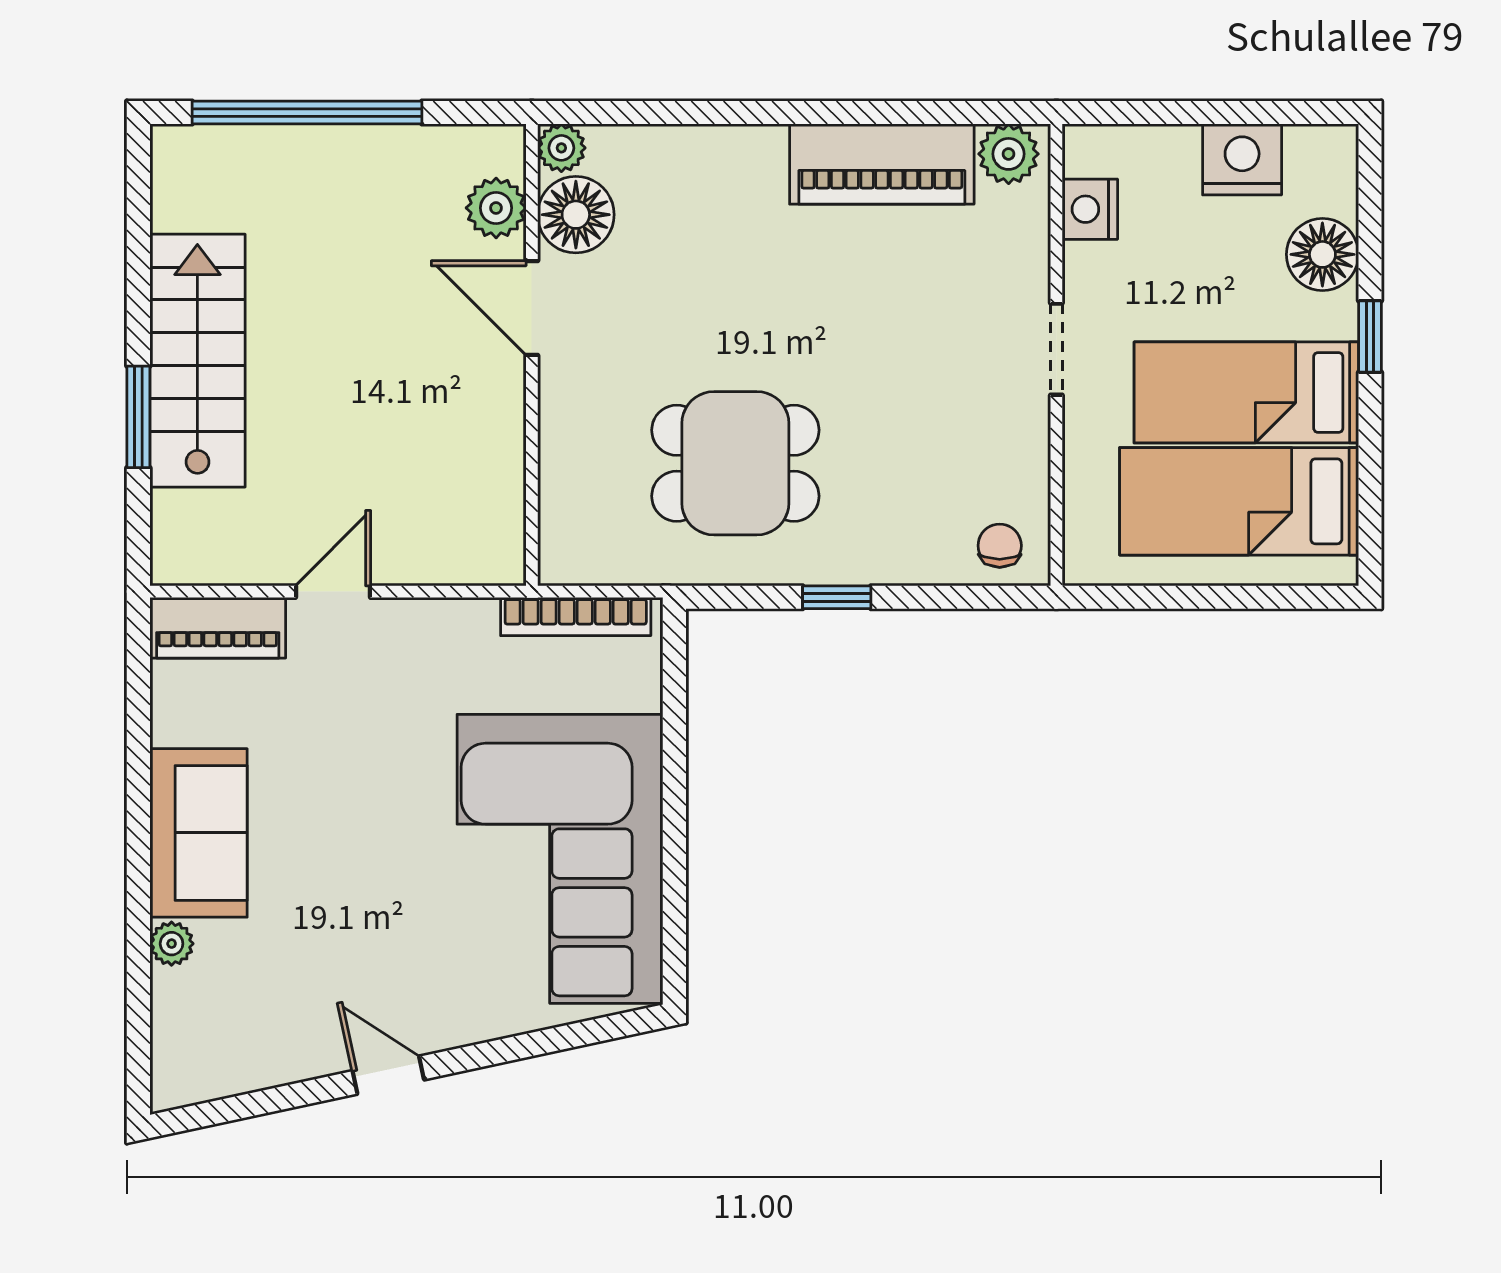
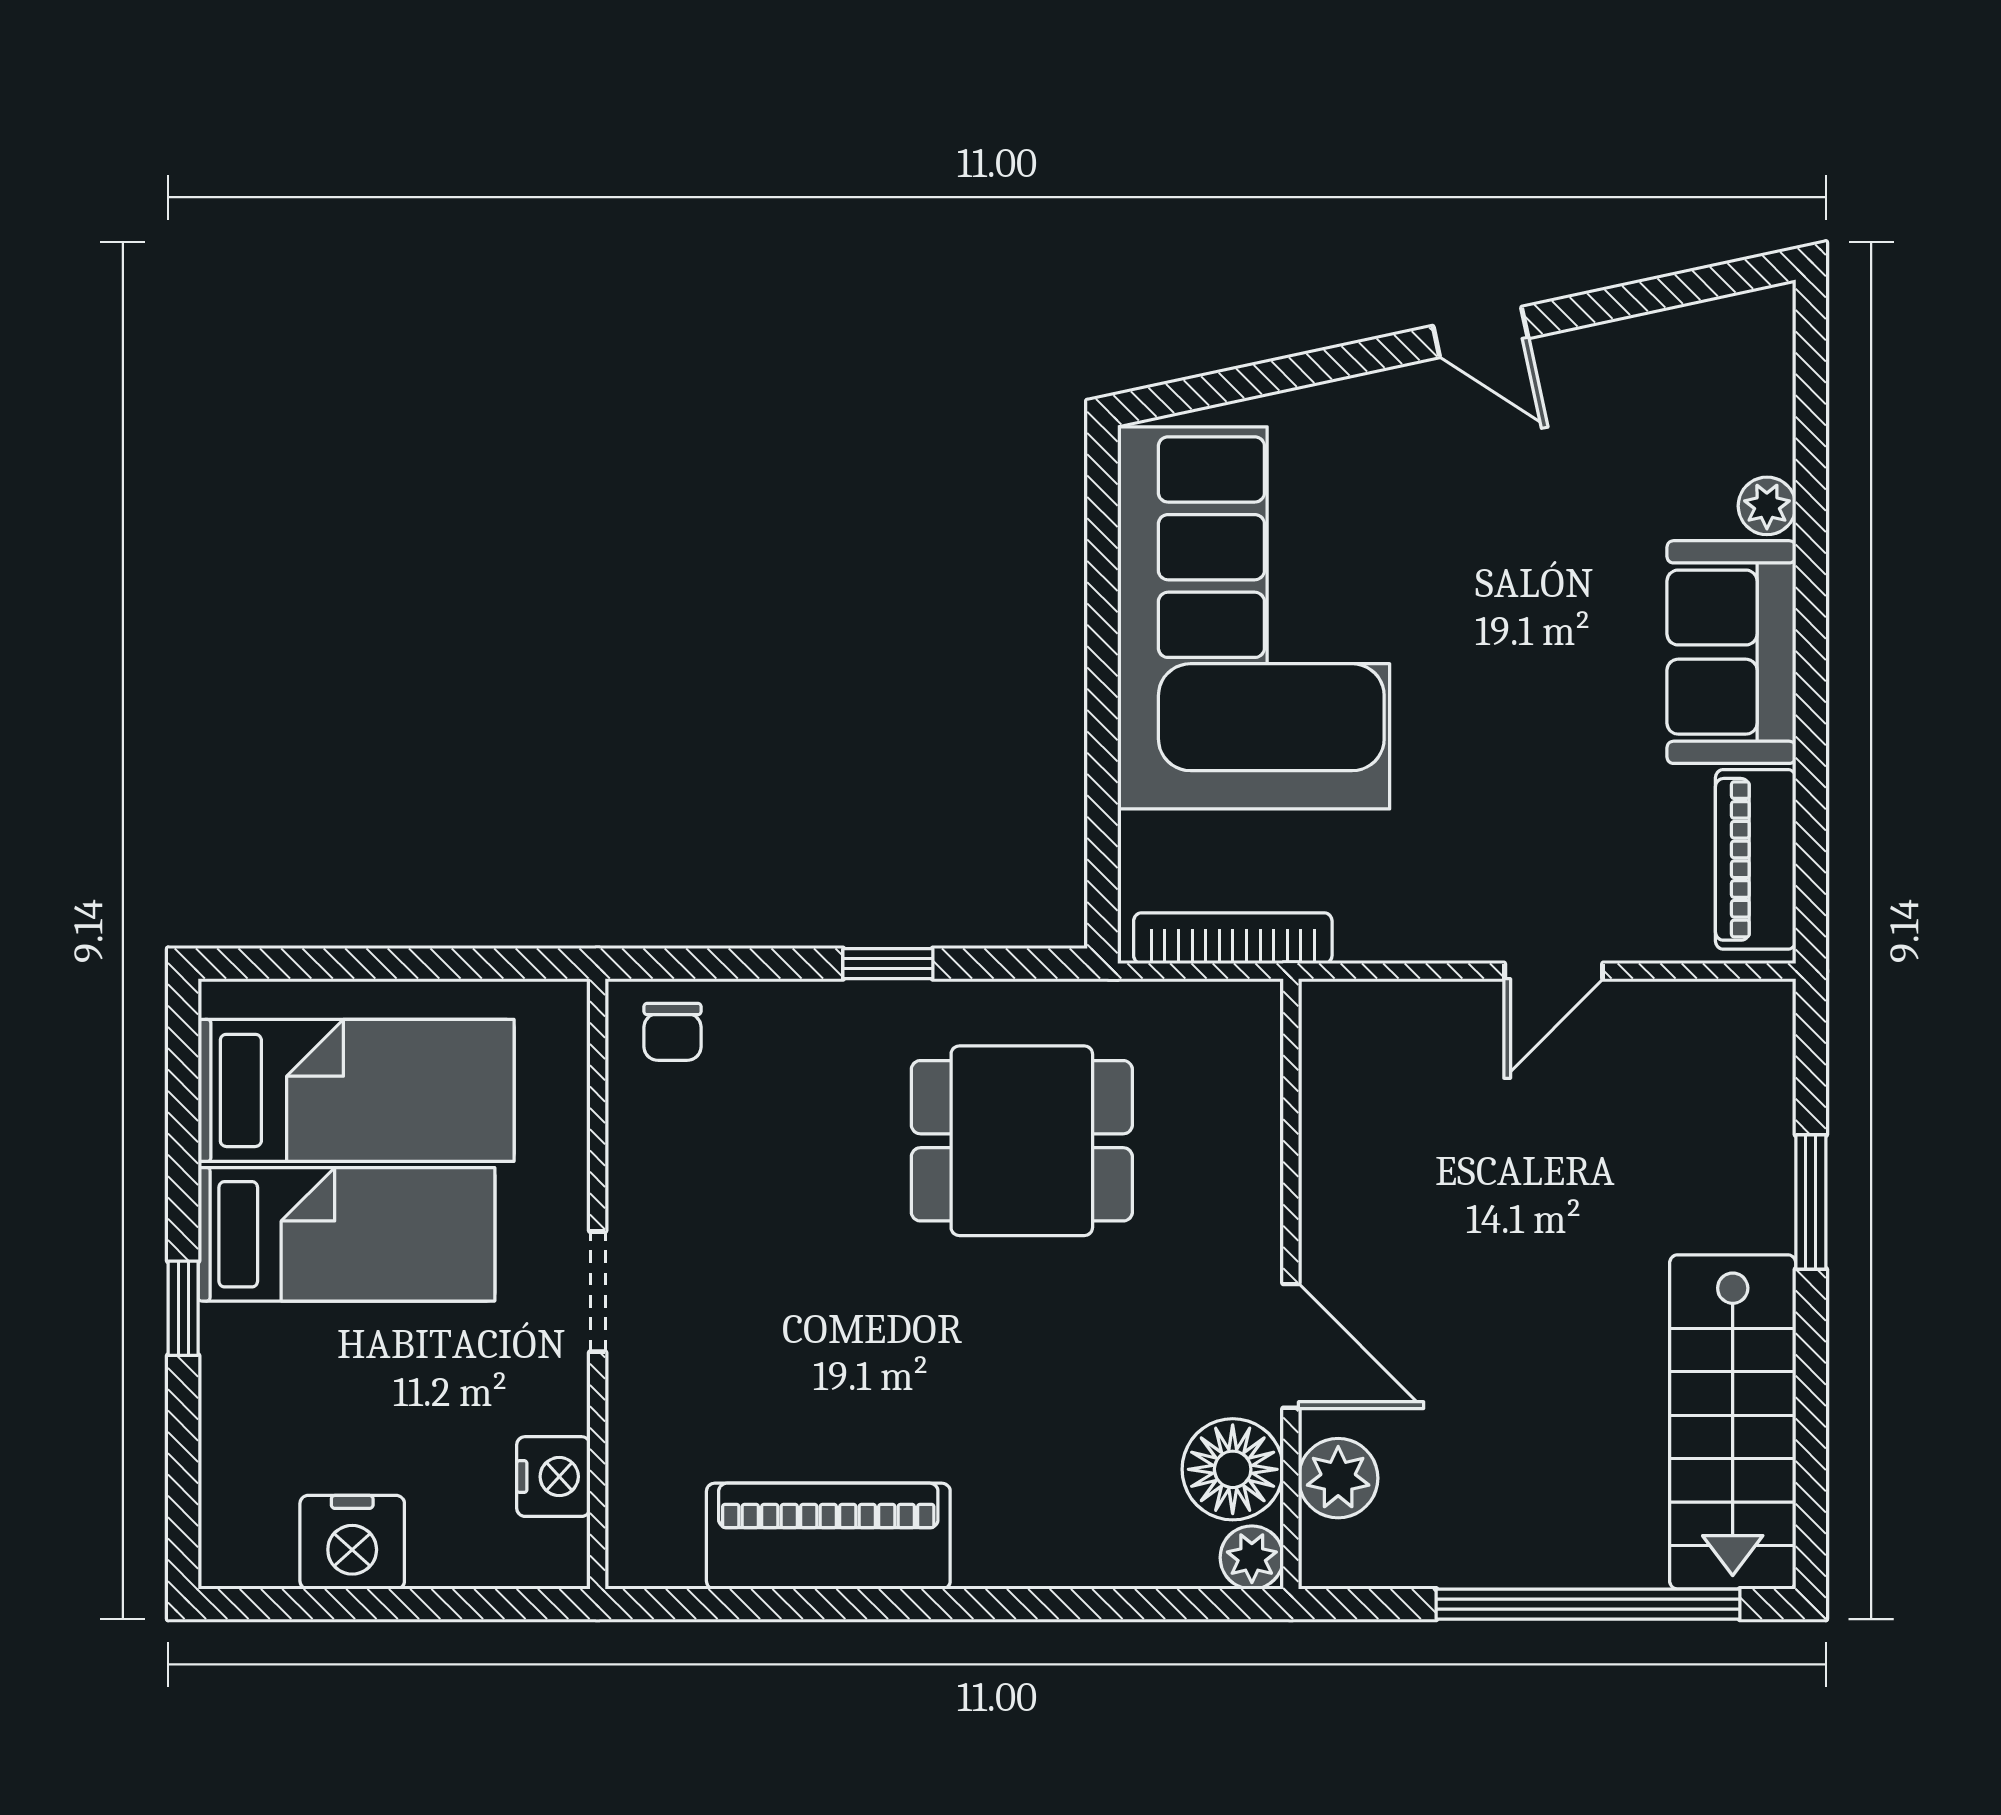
plant: (1009, 154) -> (661, 1550), removed
floor lamp: (1322, 254) -> (246, 1417), removed
stairs: (197, 361) -> (1733, 1422), moved
piano: (218, 628) -> (1756, 859), moved, turned -90

